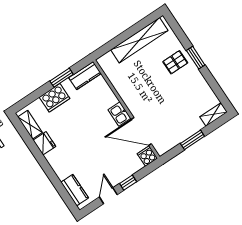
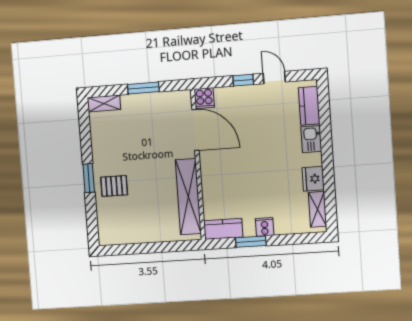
shelving: (139, 40) -> (188, 197), moved, turned 90
cooker: (55, 98) -> (265, 227), width x0.53, depth x0.76
kitchen sink: (119, 114) -> (311, 139), moved, turned 180
door: (108, 196) -> (274, 78), swing flipped

